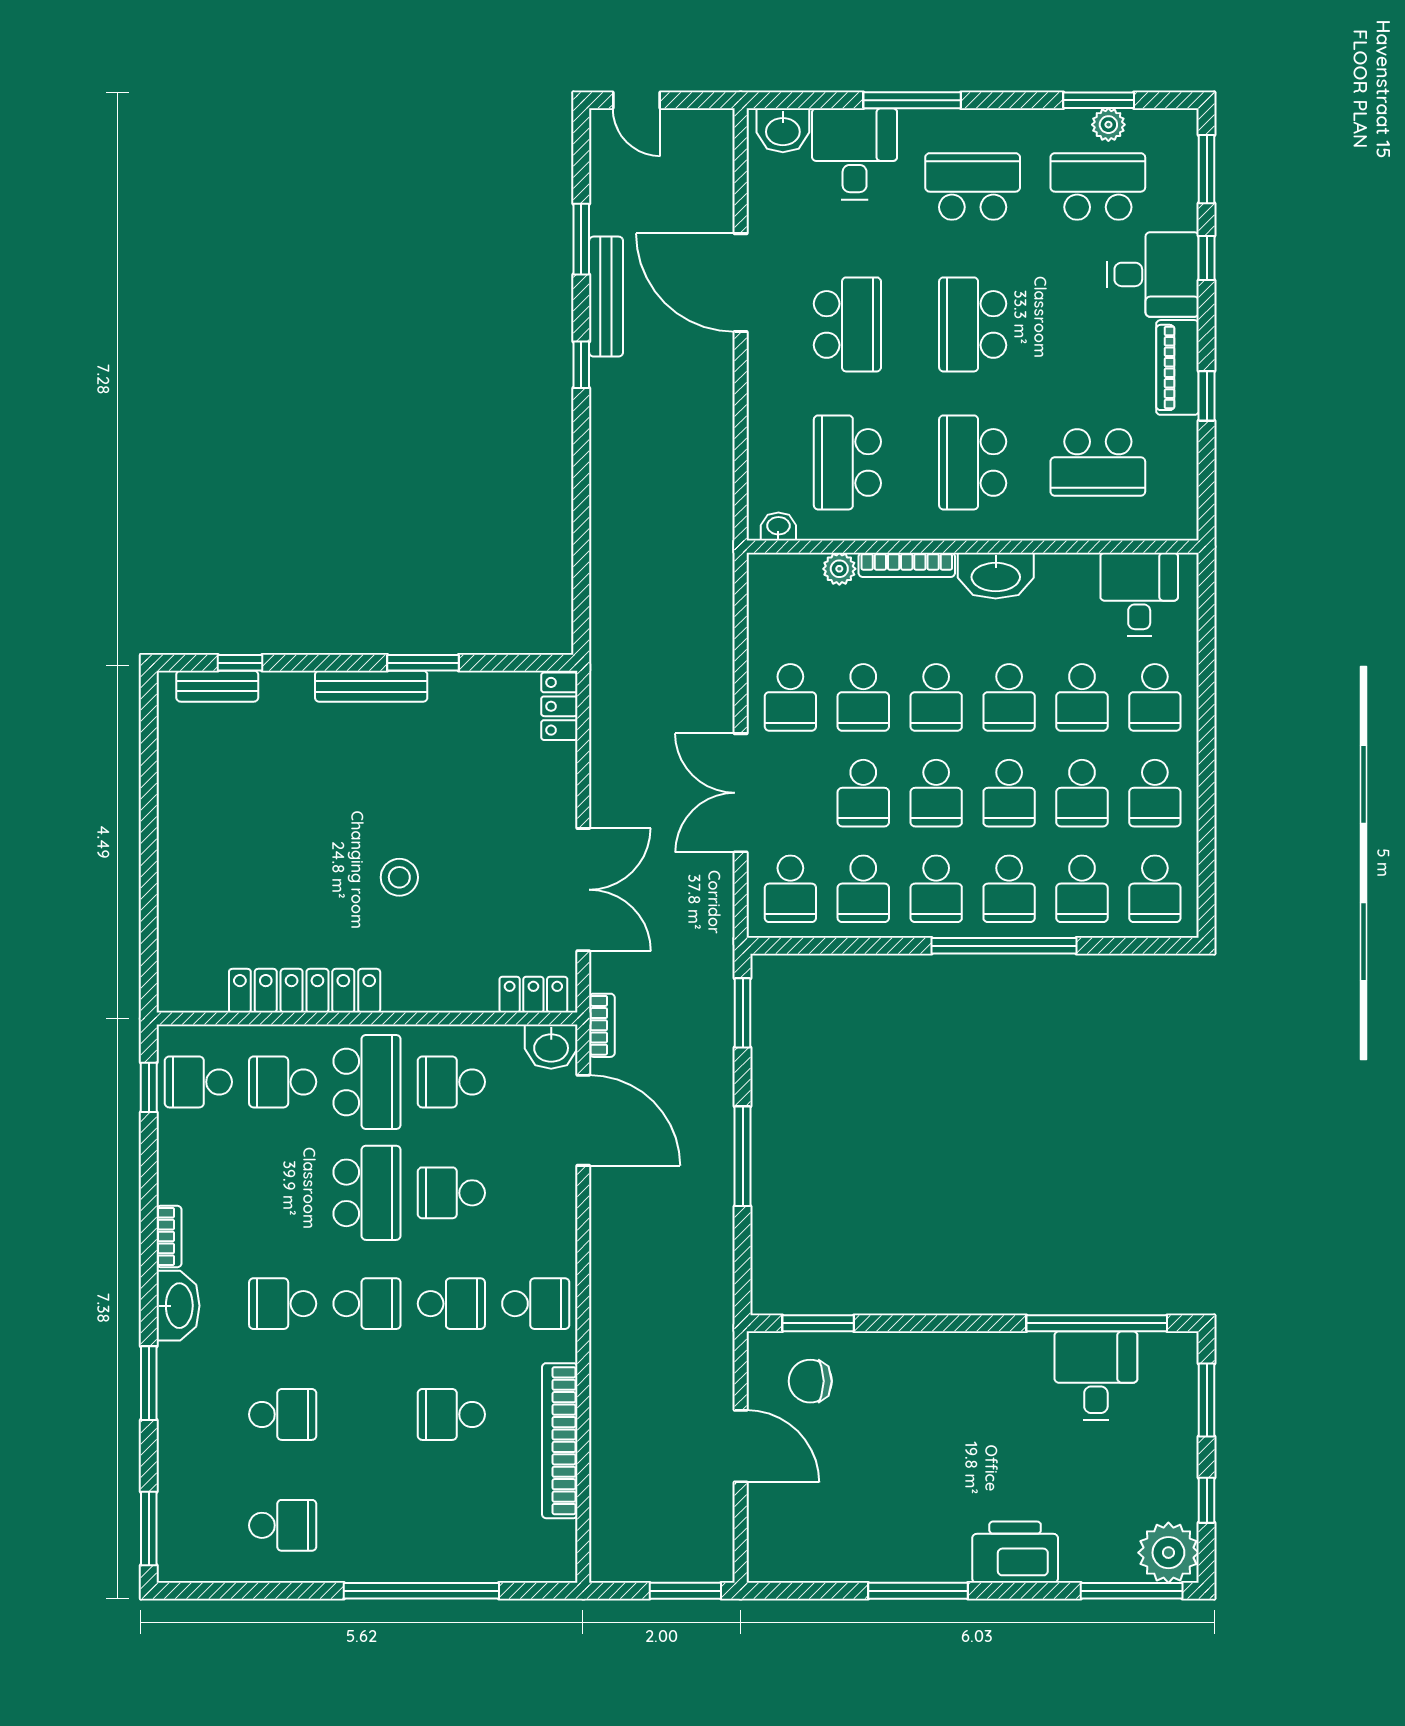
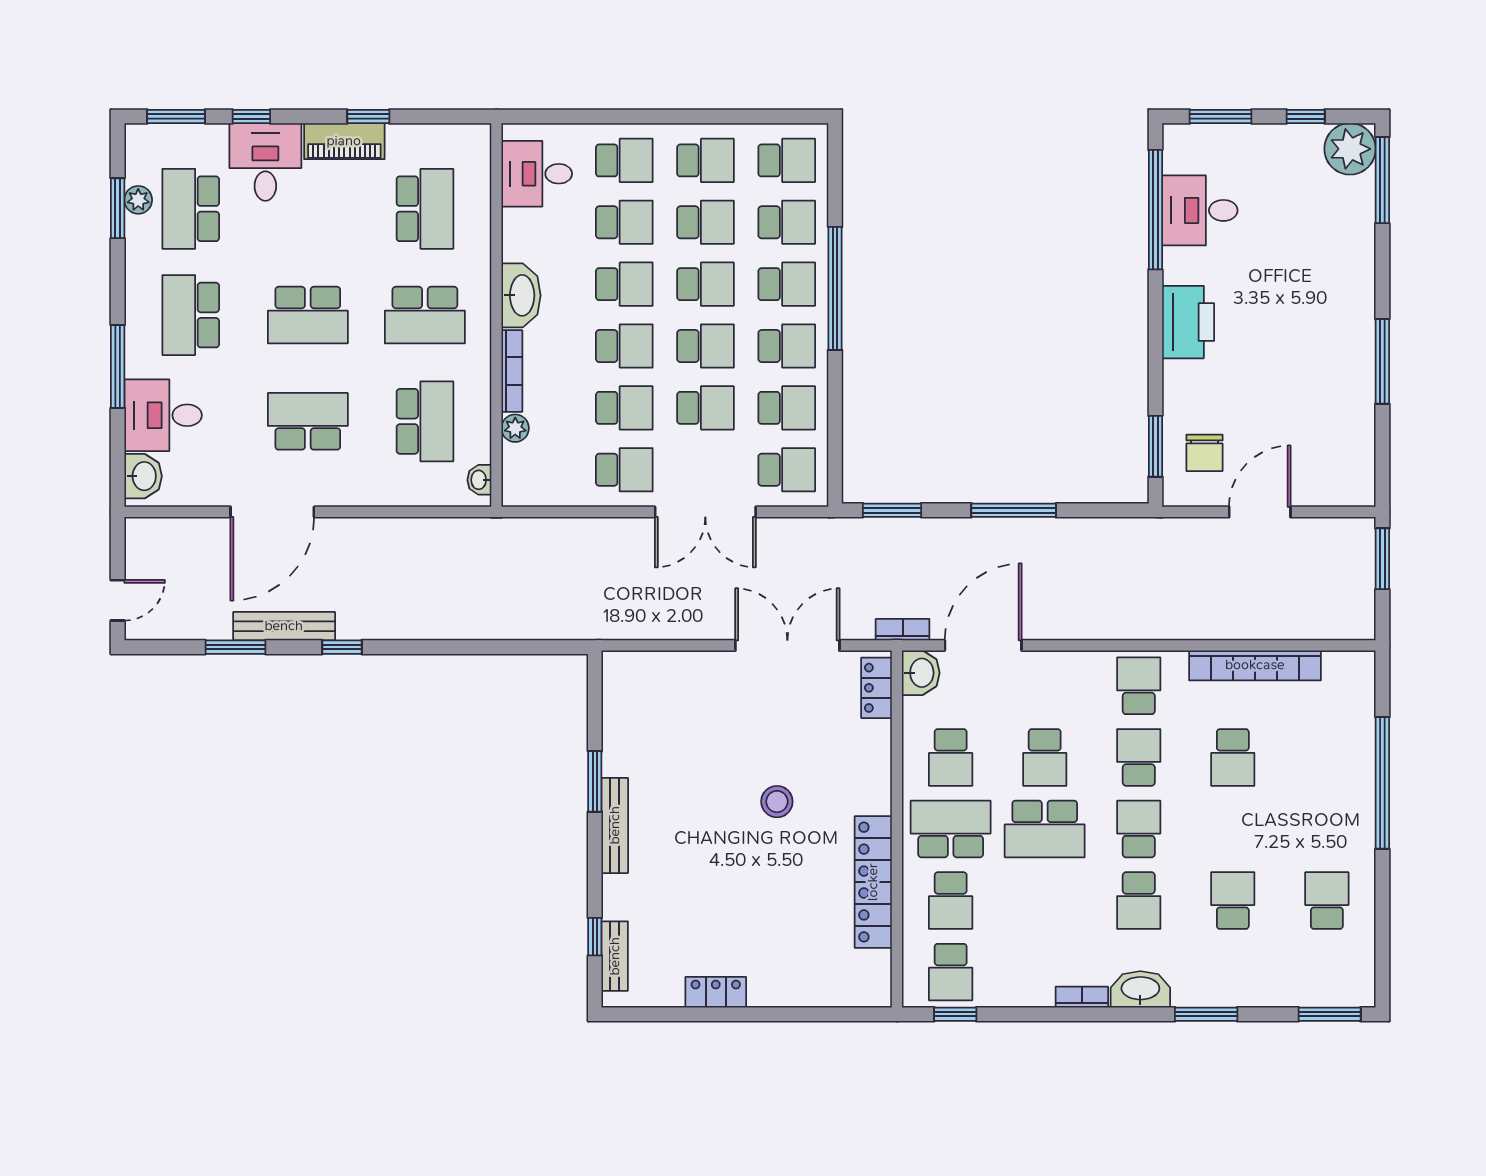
school desk: (847, 462) -> (425, 421), turned -90
locker: (559, 706) -> (716, 992), moved, turned 180
school desk: (367, 1193) -> (1045, 829), turned 180
printer: (1015, 1552) -> (1188, 322), moved, turned 180

